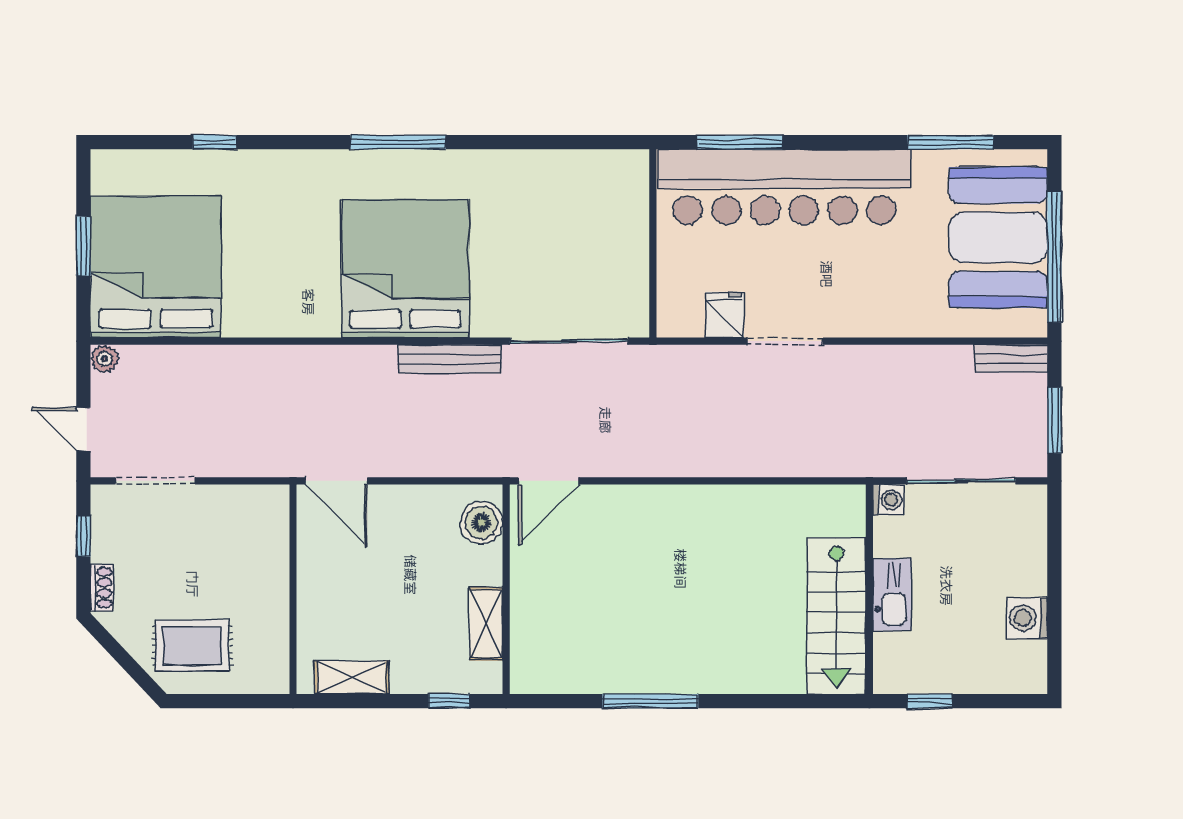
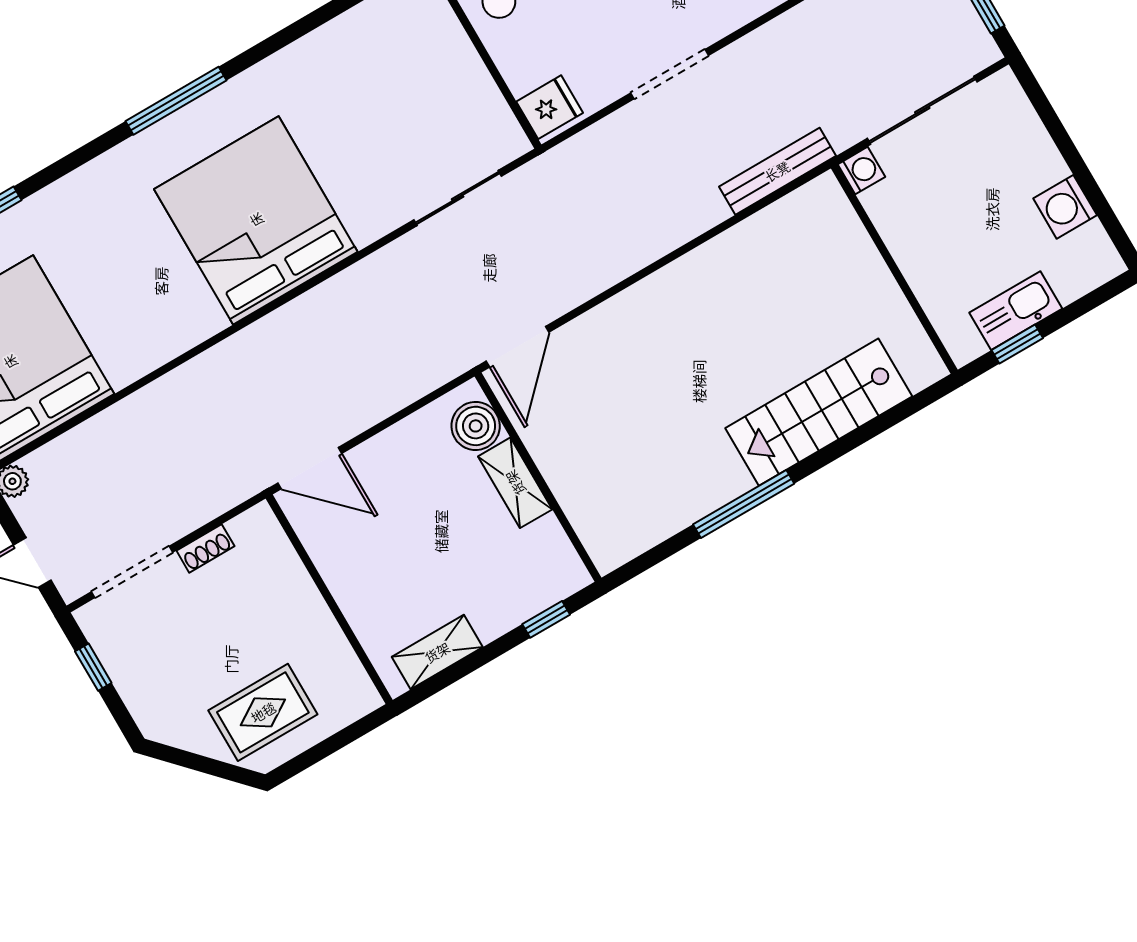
fridge: (725, 315) -> (550, 107), moved, turned 90
sliding door: (569, 341) -> (458, 198), width x0.73
bench: (450, 359) -> (777, 171), moved
shoe rack: (102, 588) -> (205, 548), moved, turned 90
kitchen sink: (892, 594) -> (1016, 311), moved, turned -90
stairs: (836, 616) -> (819, 412), moved, turned 90
shelving: (486, 624) -> (515, 483), moved

